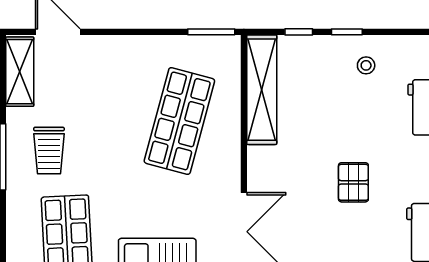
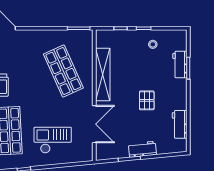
shelving: (262, 90) -> (103, 74), moved
shop shelf: (179, 121) -> (63, 71), turned -39

